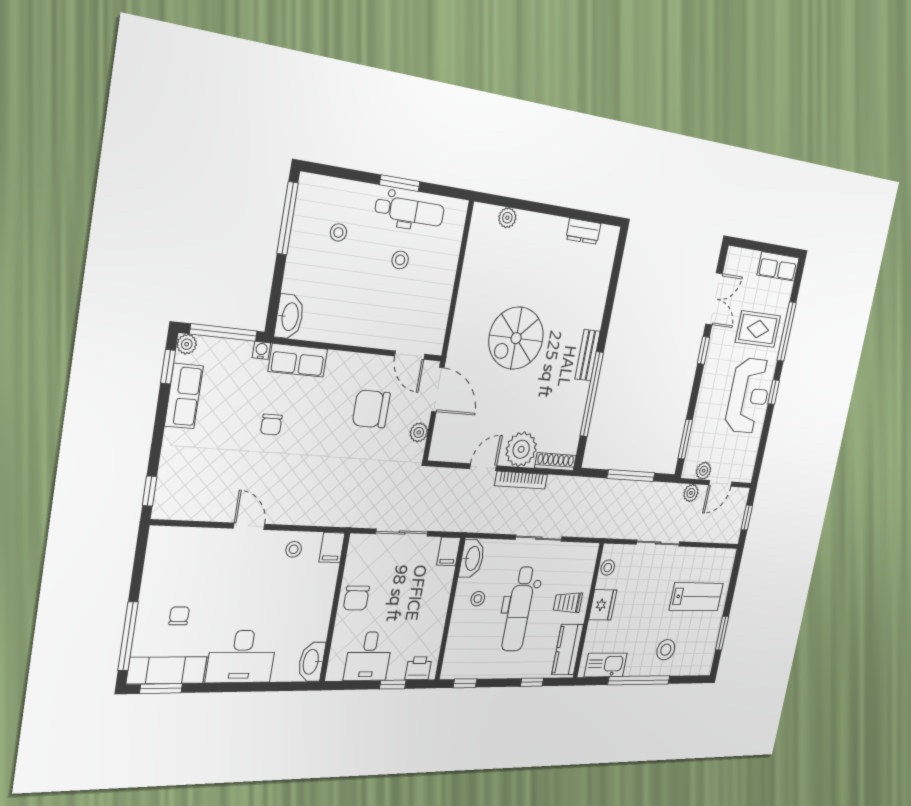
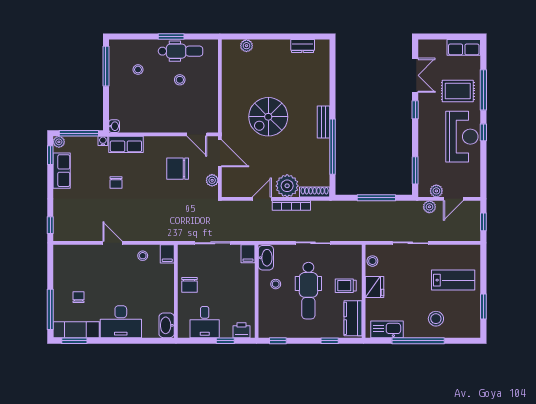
washbasin: (289, 317) -> (114, 126), width x0.52, depth x0.69

